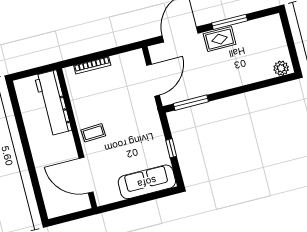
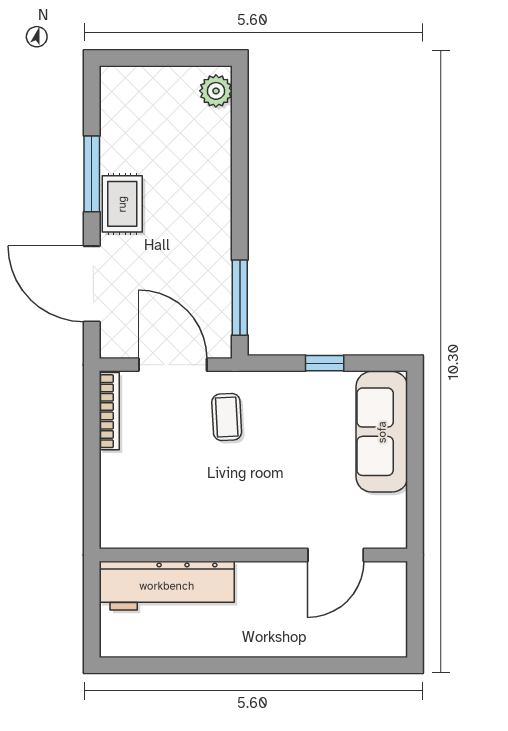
bookcase: (92, 65) -> (109, 411), moved
coffee table: (93, 133) -> (227, 417), moved
door: (86, 175) -> (336, 555), width x0.73

